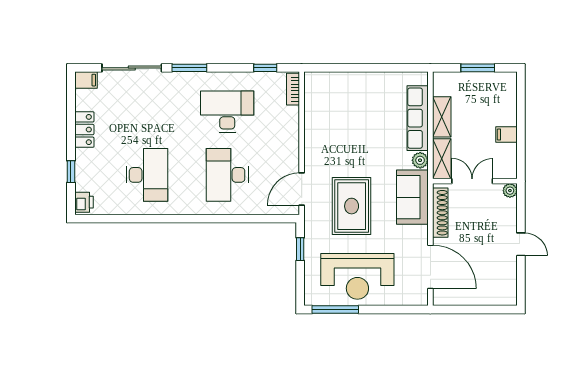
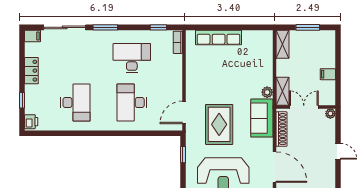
shelving: (442, 117) -> (282, 44), moved
row of seats: (418, 118) -> (219, 37), moved, turned -90

